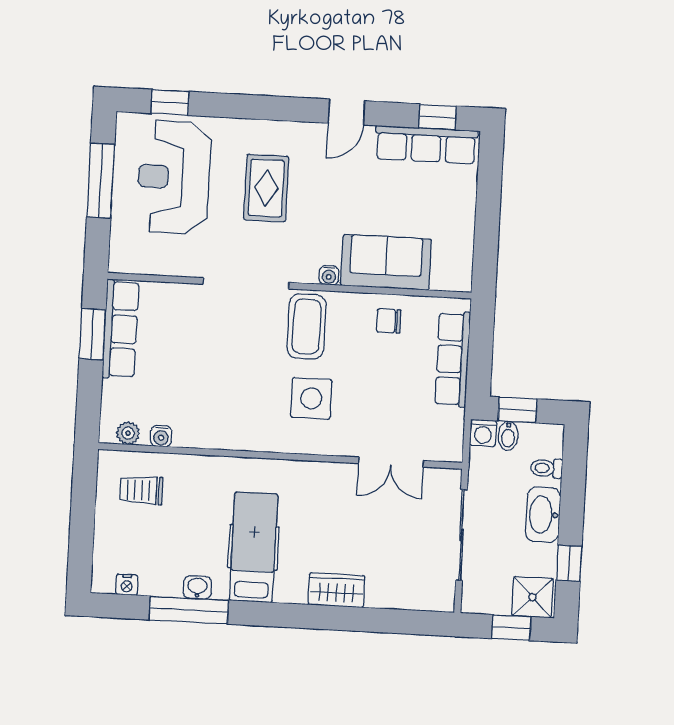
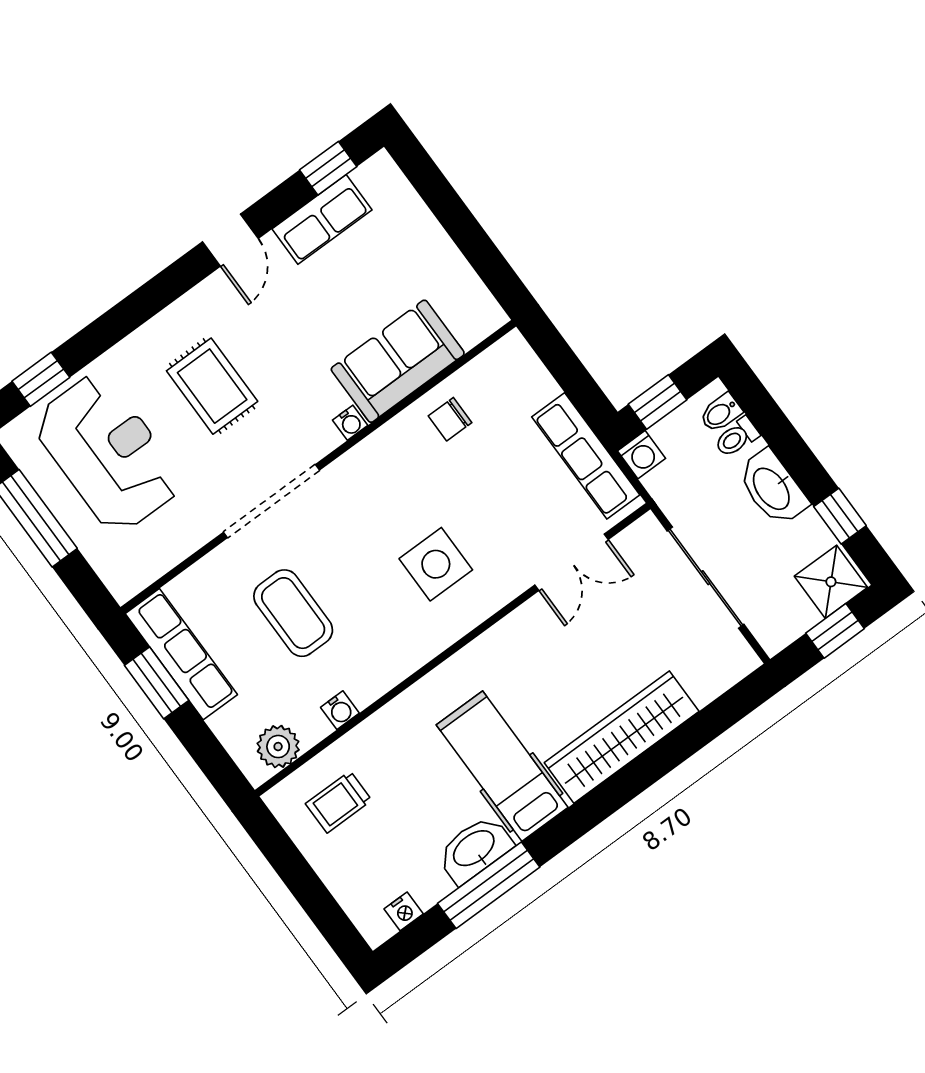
row of seats: (426, 145) -> (322, 219), width x0.68
reception desk: (174, 177) -> (108, 453), turned 180
coffee table: (307, 326) -> (293, 613), moved
row of seats: (453, 359) -> (586, 456), moved
plant: (128, 433) -> (278, 747), width x1.38, depth x1.38
water cooler: (161, 436) -> (340, 710), moved
bidet: (508, 436) -> (721, 413), moved, turned 90
washbasin: (197, 587) -> (475, 849), width x1.91, depth x1.45
wardrobe: (337, 590) -> (622, 737), width x2.10, depth x1.17

